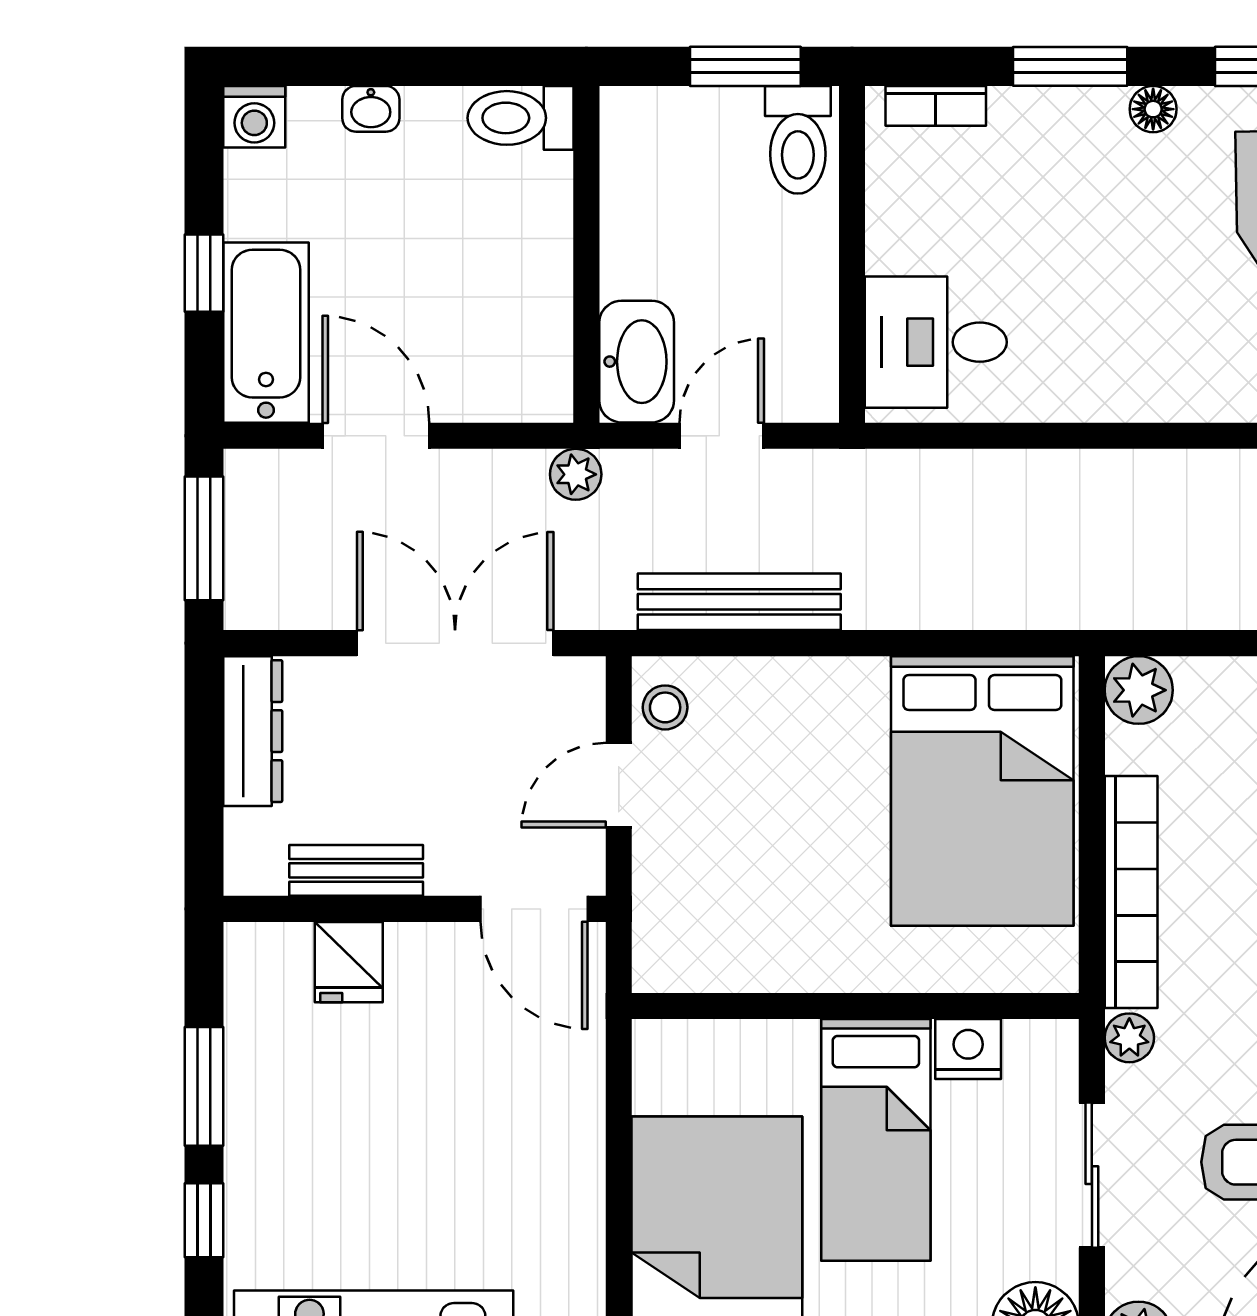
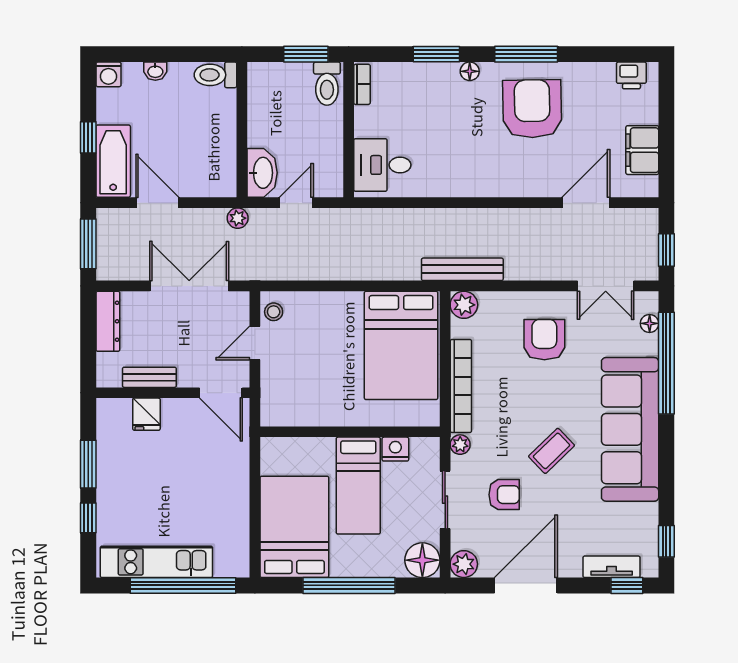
bookcase: (936, 106) -> (362, 84), moved, turned -90
bench: (739, 602) -> (462, 269), moved

